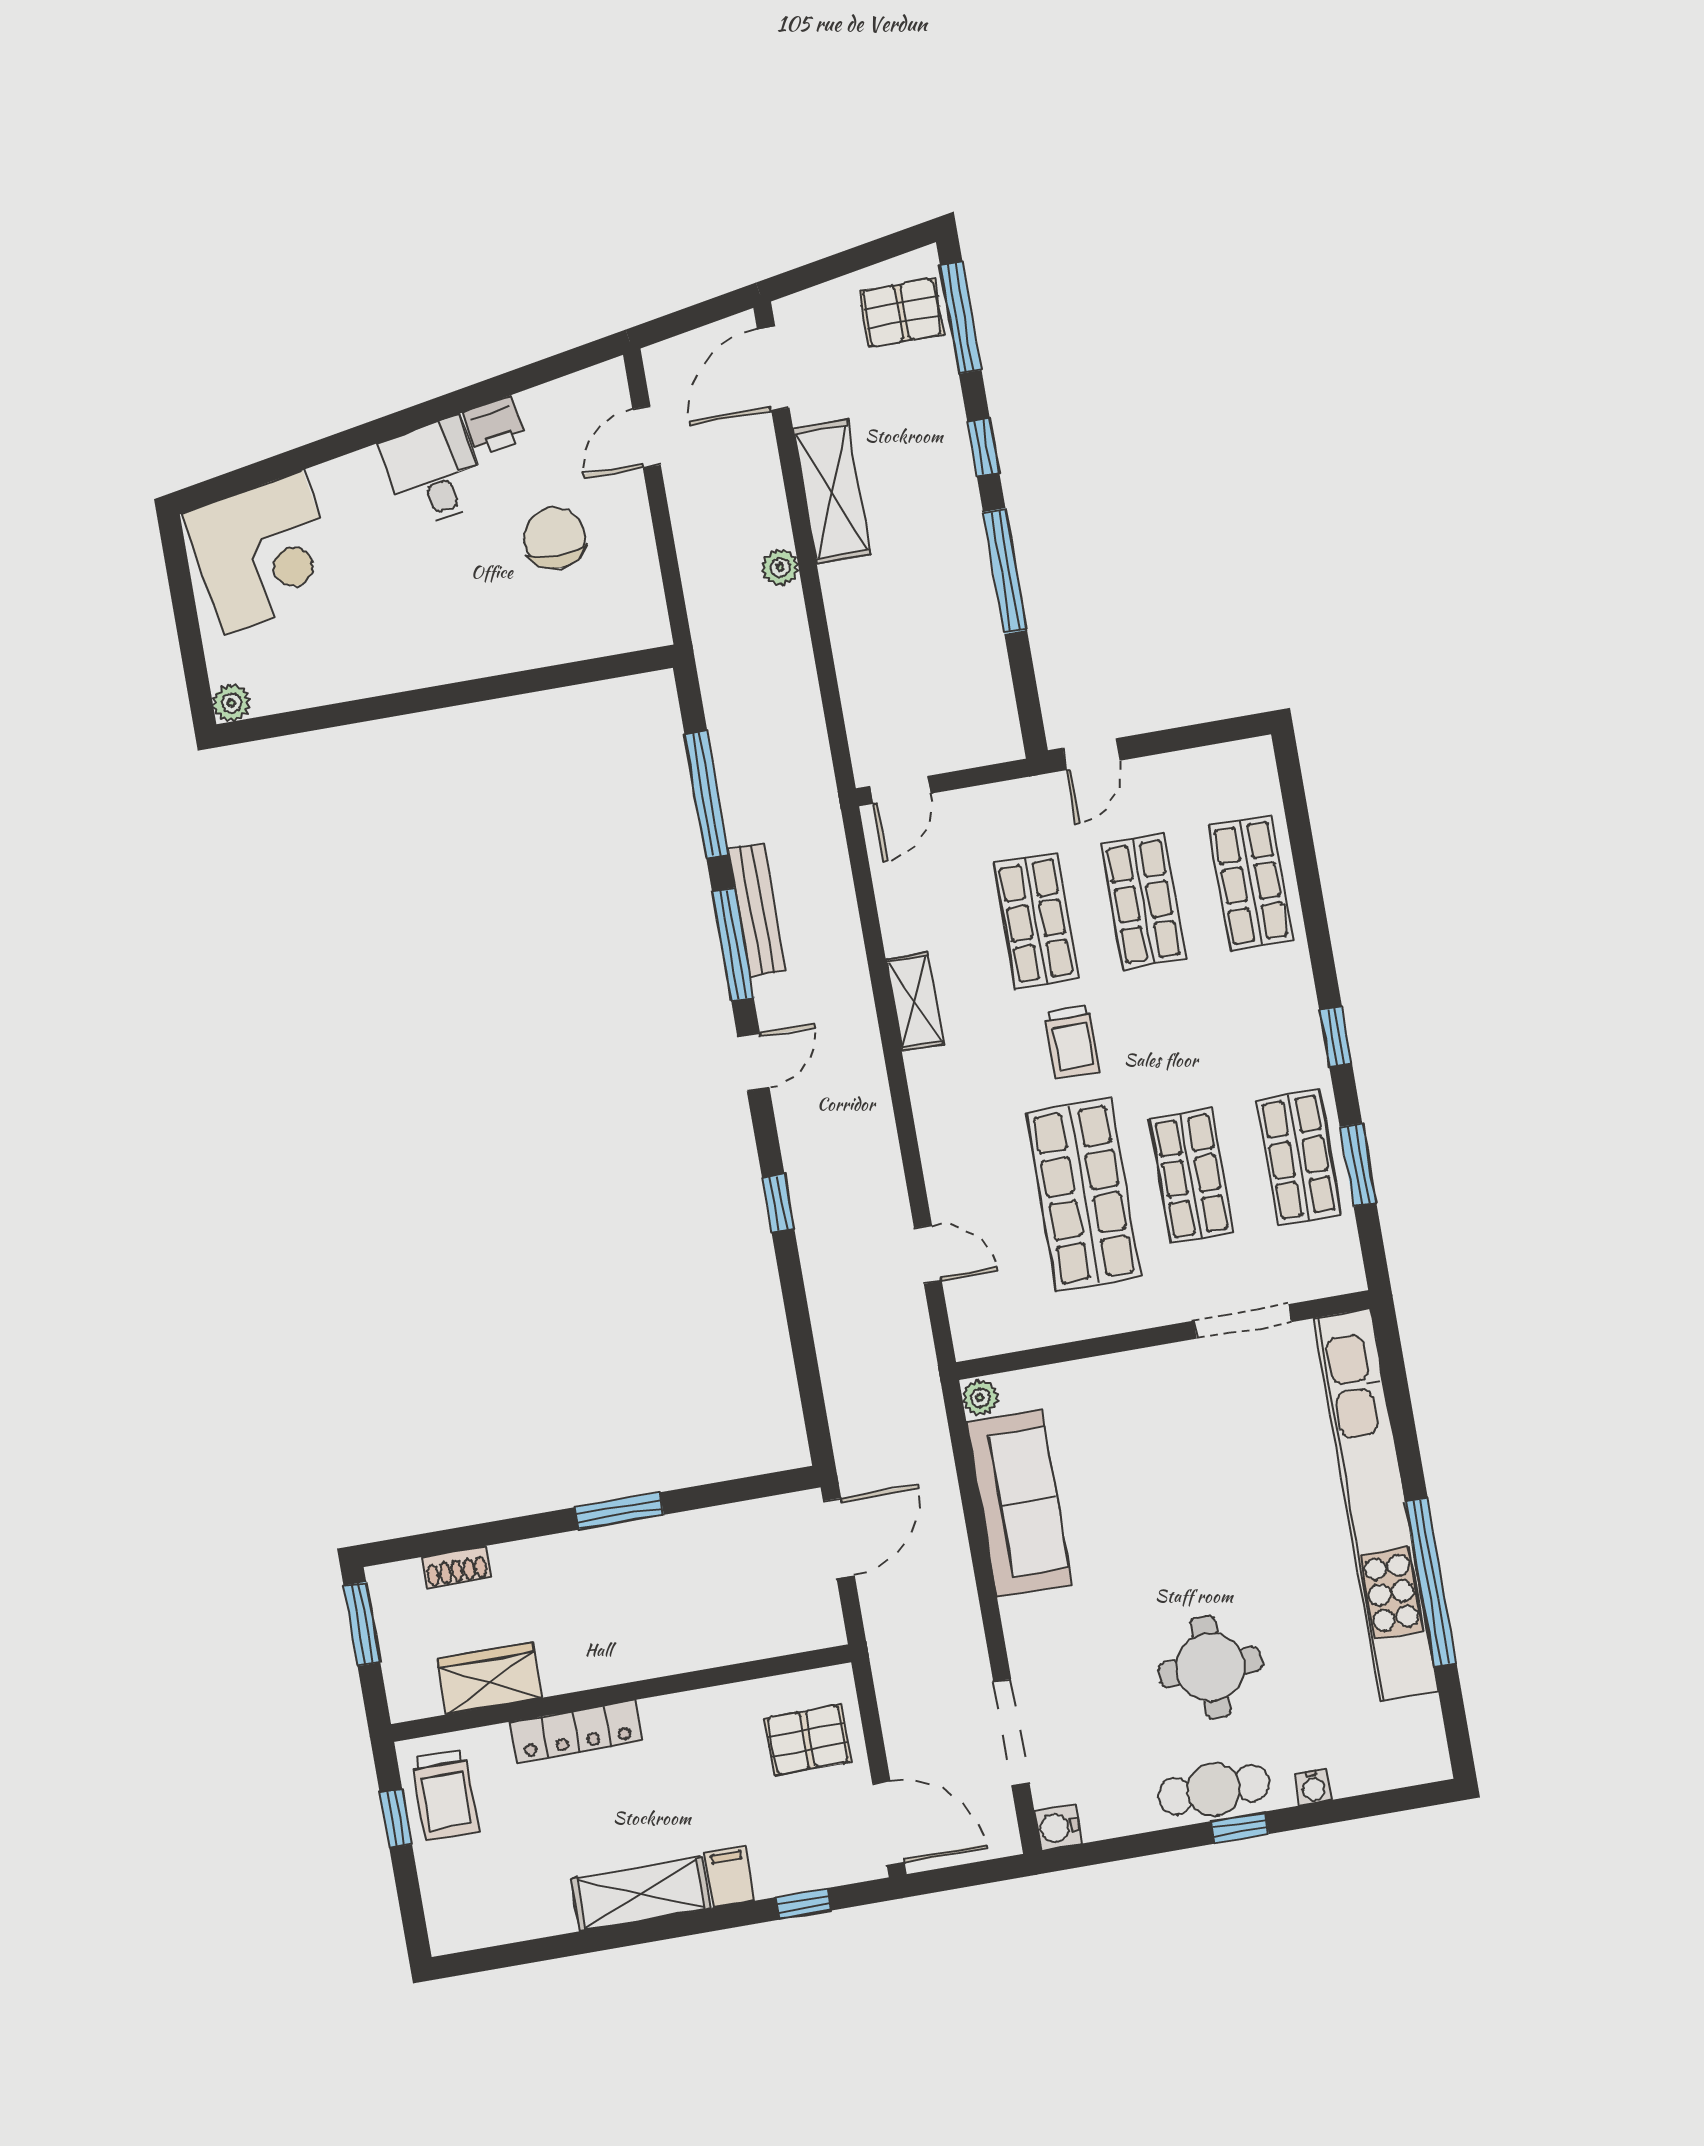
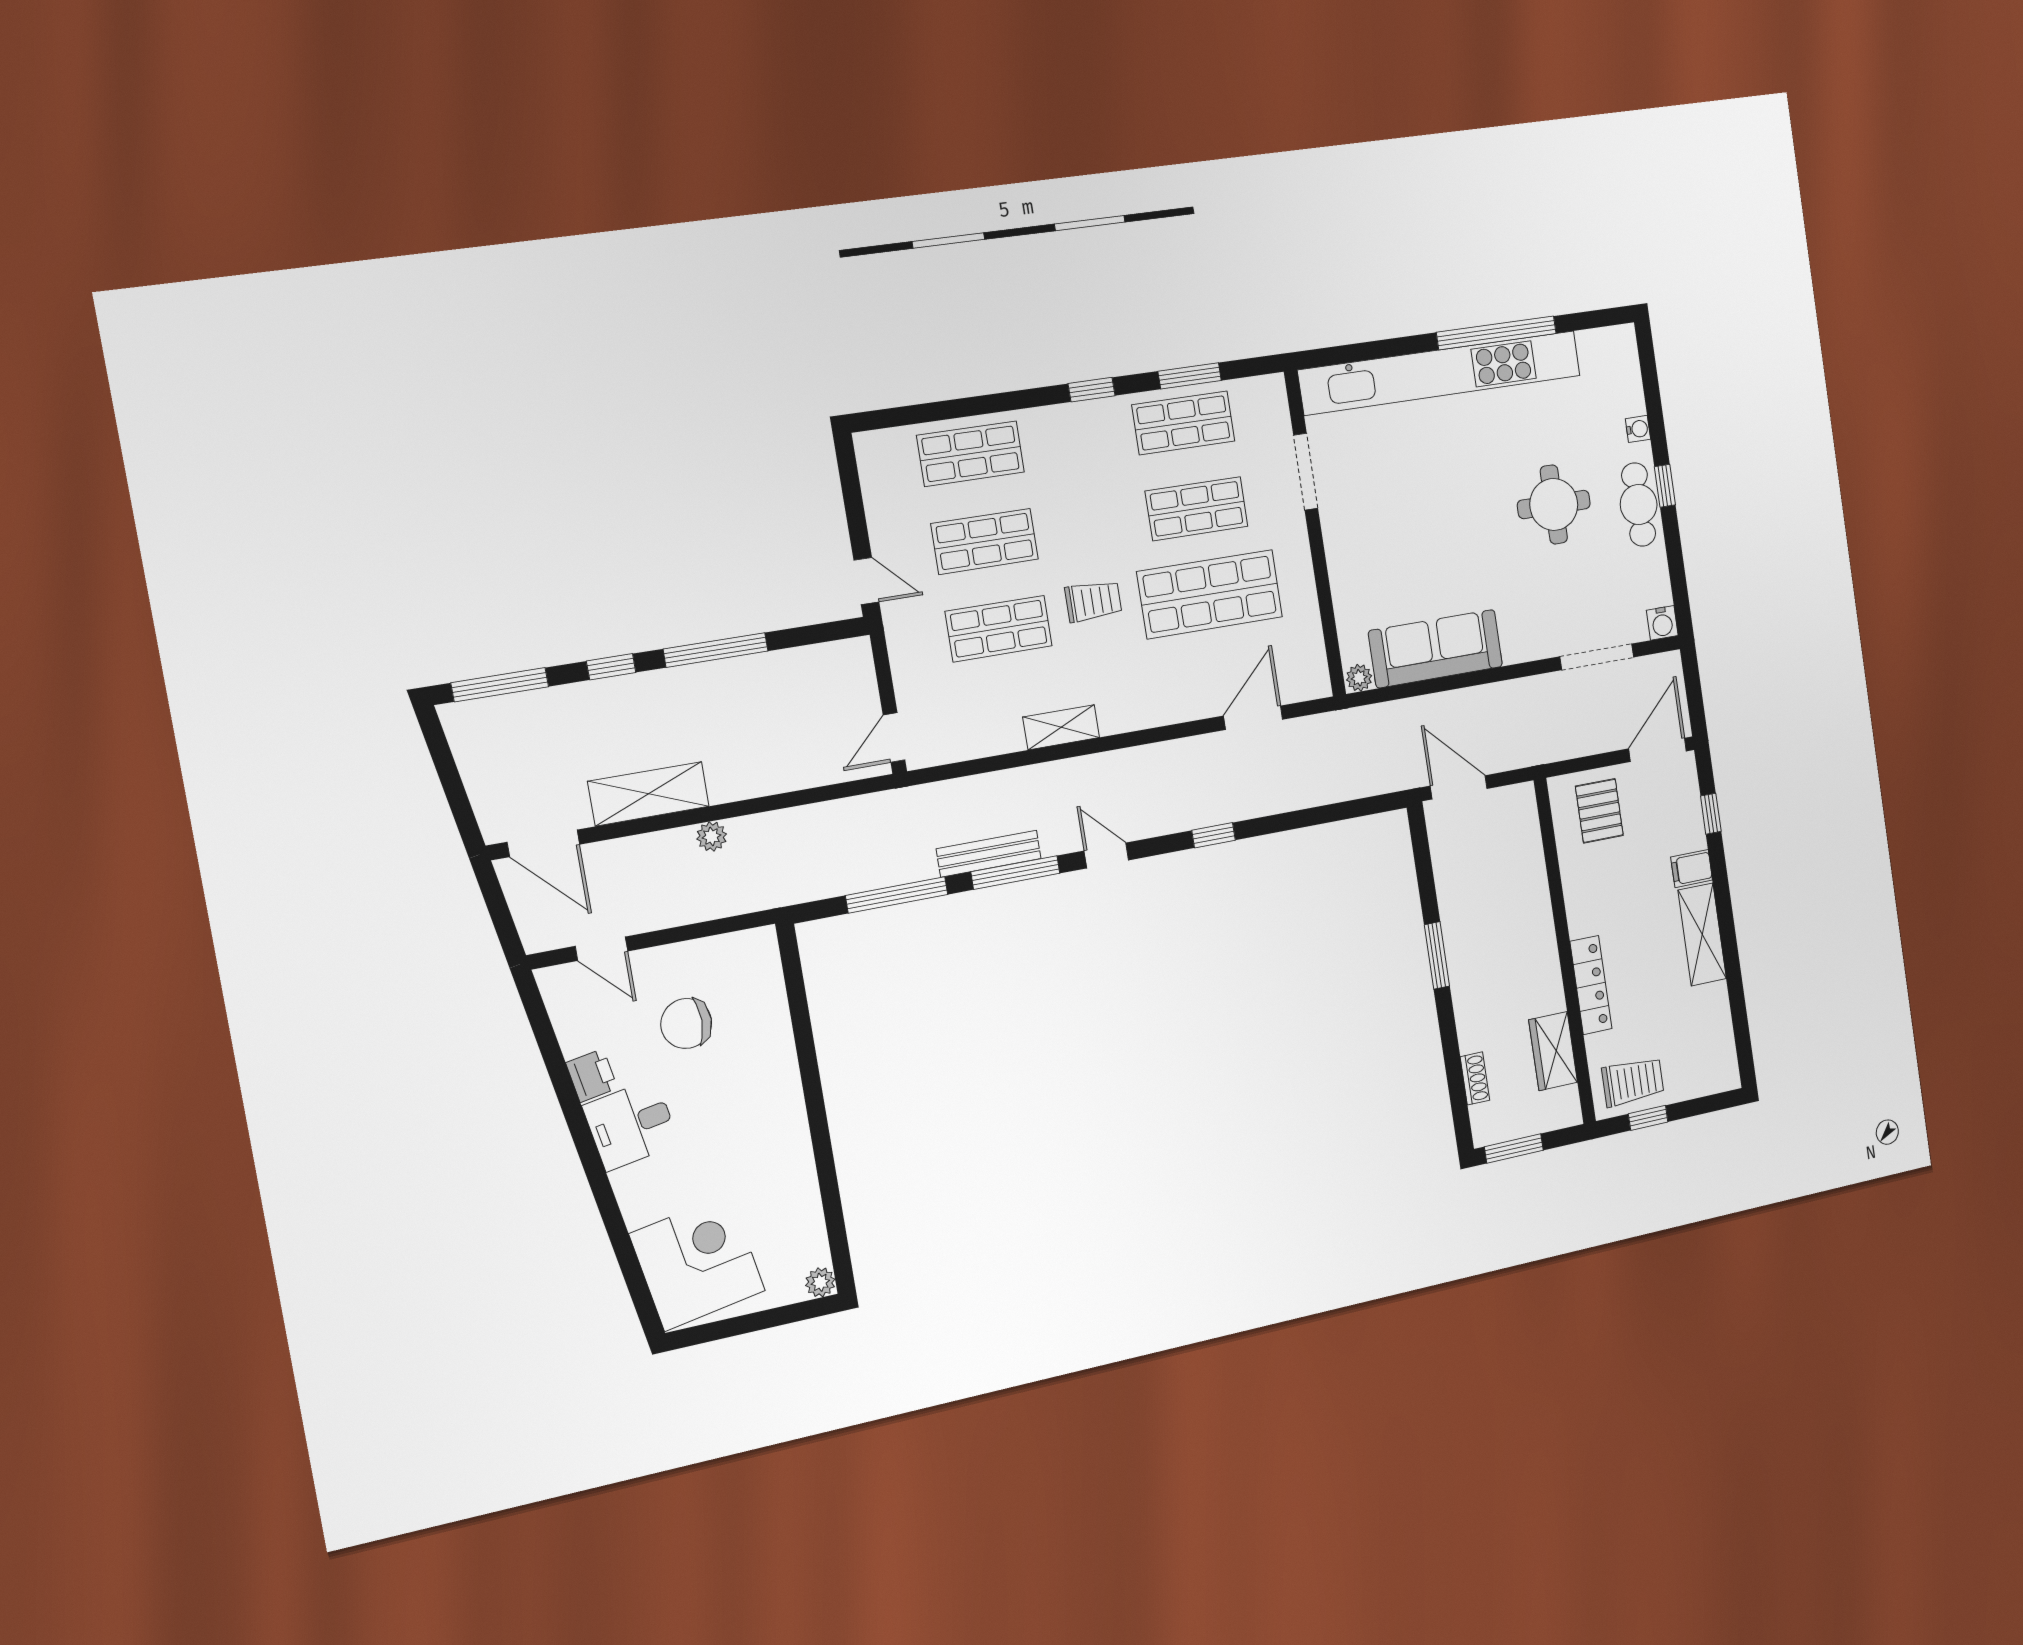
pallet: (902, 313) -> (495, 735), removed
door: (900, 790) -> (894, 738), swing flipped
door: (928, 1254) -> (1253, 718), width x1.37

